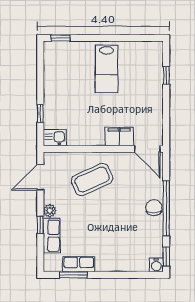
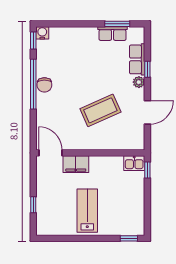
filing cabinet: (119, 137) -> (76, 164), moved
kitchen sink: (55, 138) -> (134, 163), moved
wall: (103, 149) -> (90, 153), moved
door: (147, 149) -> (50, 153), moved

